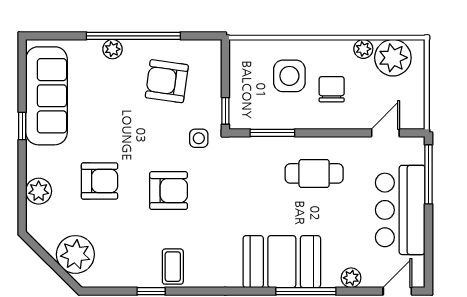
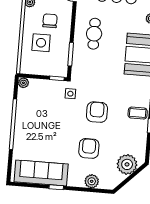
plant: (112, 49) -> (23, 83), moved
armchair: (167, 81) -> (39, 108), removed
chair: (332, 89) -> (50, 21), turned 90

